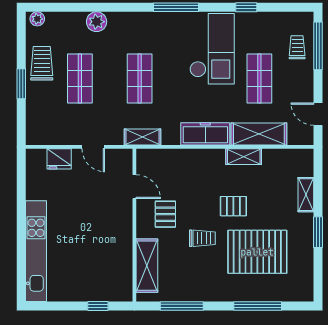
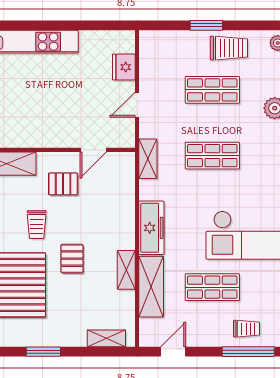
shelving: (306, 195) -> (106, 338), moved

